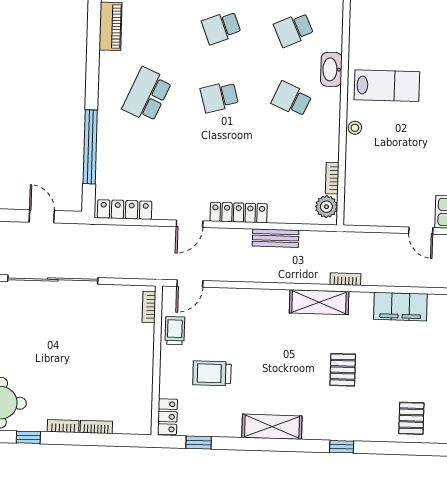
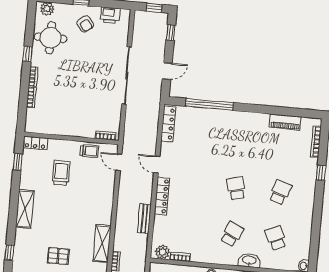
school desk: (221, 27) -> (280, 192), turned 39
school desk: (147, 95) -> (240, 143), removed

